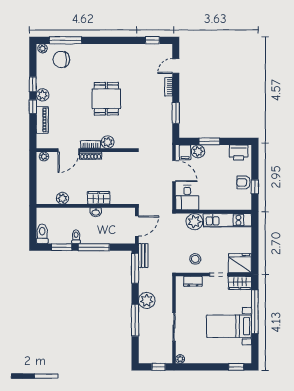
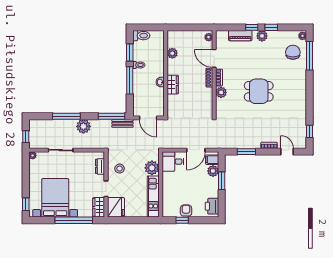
bed with nightstands: (229, 326) -> (55, 198), width x1.36

